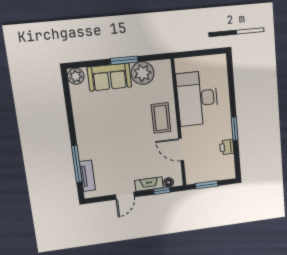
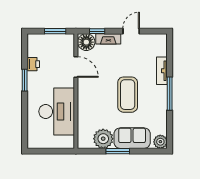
coffee table: (161, 118) -> (128, 95), moved, width x1.36, depth x1.32
window: (77, 164) -> (170, 94), moved
tv unit: (87, 176) -> (162, 71), moved
floor lamp: (169, 182) -> (86, 42), width x1.89, depth x1.89

